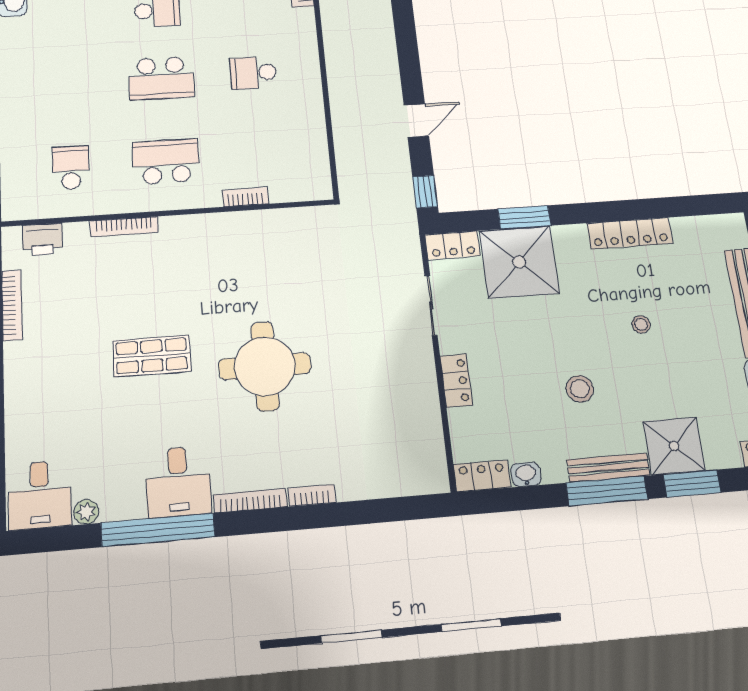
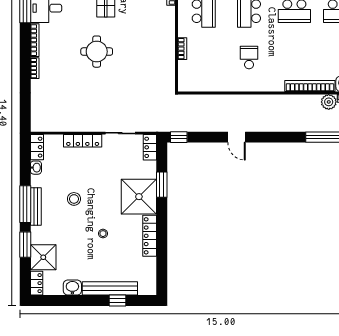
door: (416, 121) -> (237, 137), moved
shower: (519, 262) -> (139, 197), moved
round table: (265, 366) -> (97, 52), width x0.73, depth x0.73
locker: (456, 381) -> (83, 141), width x1.53
shower: (674, 446) -> (43, 257), moved

